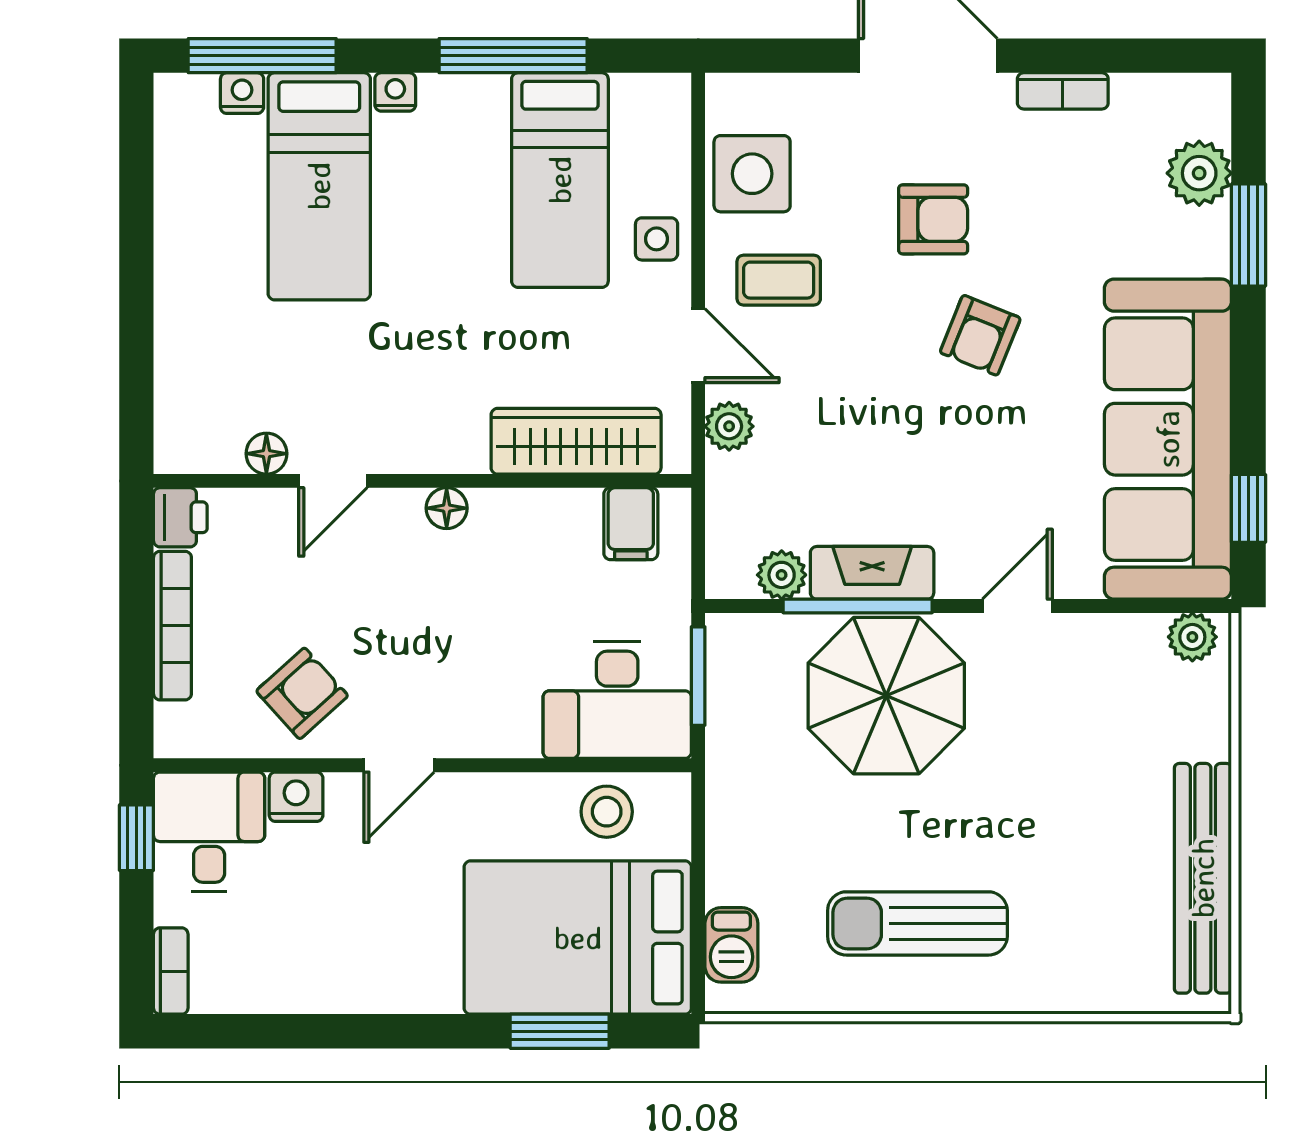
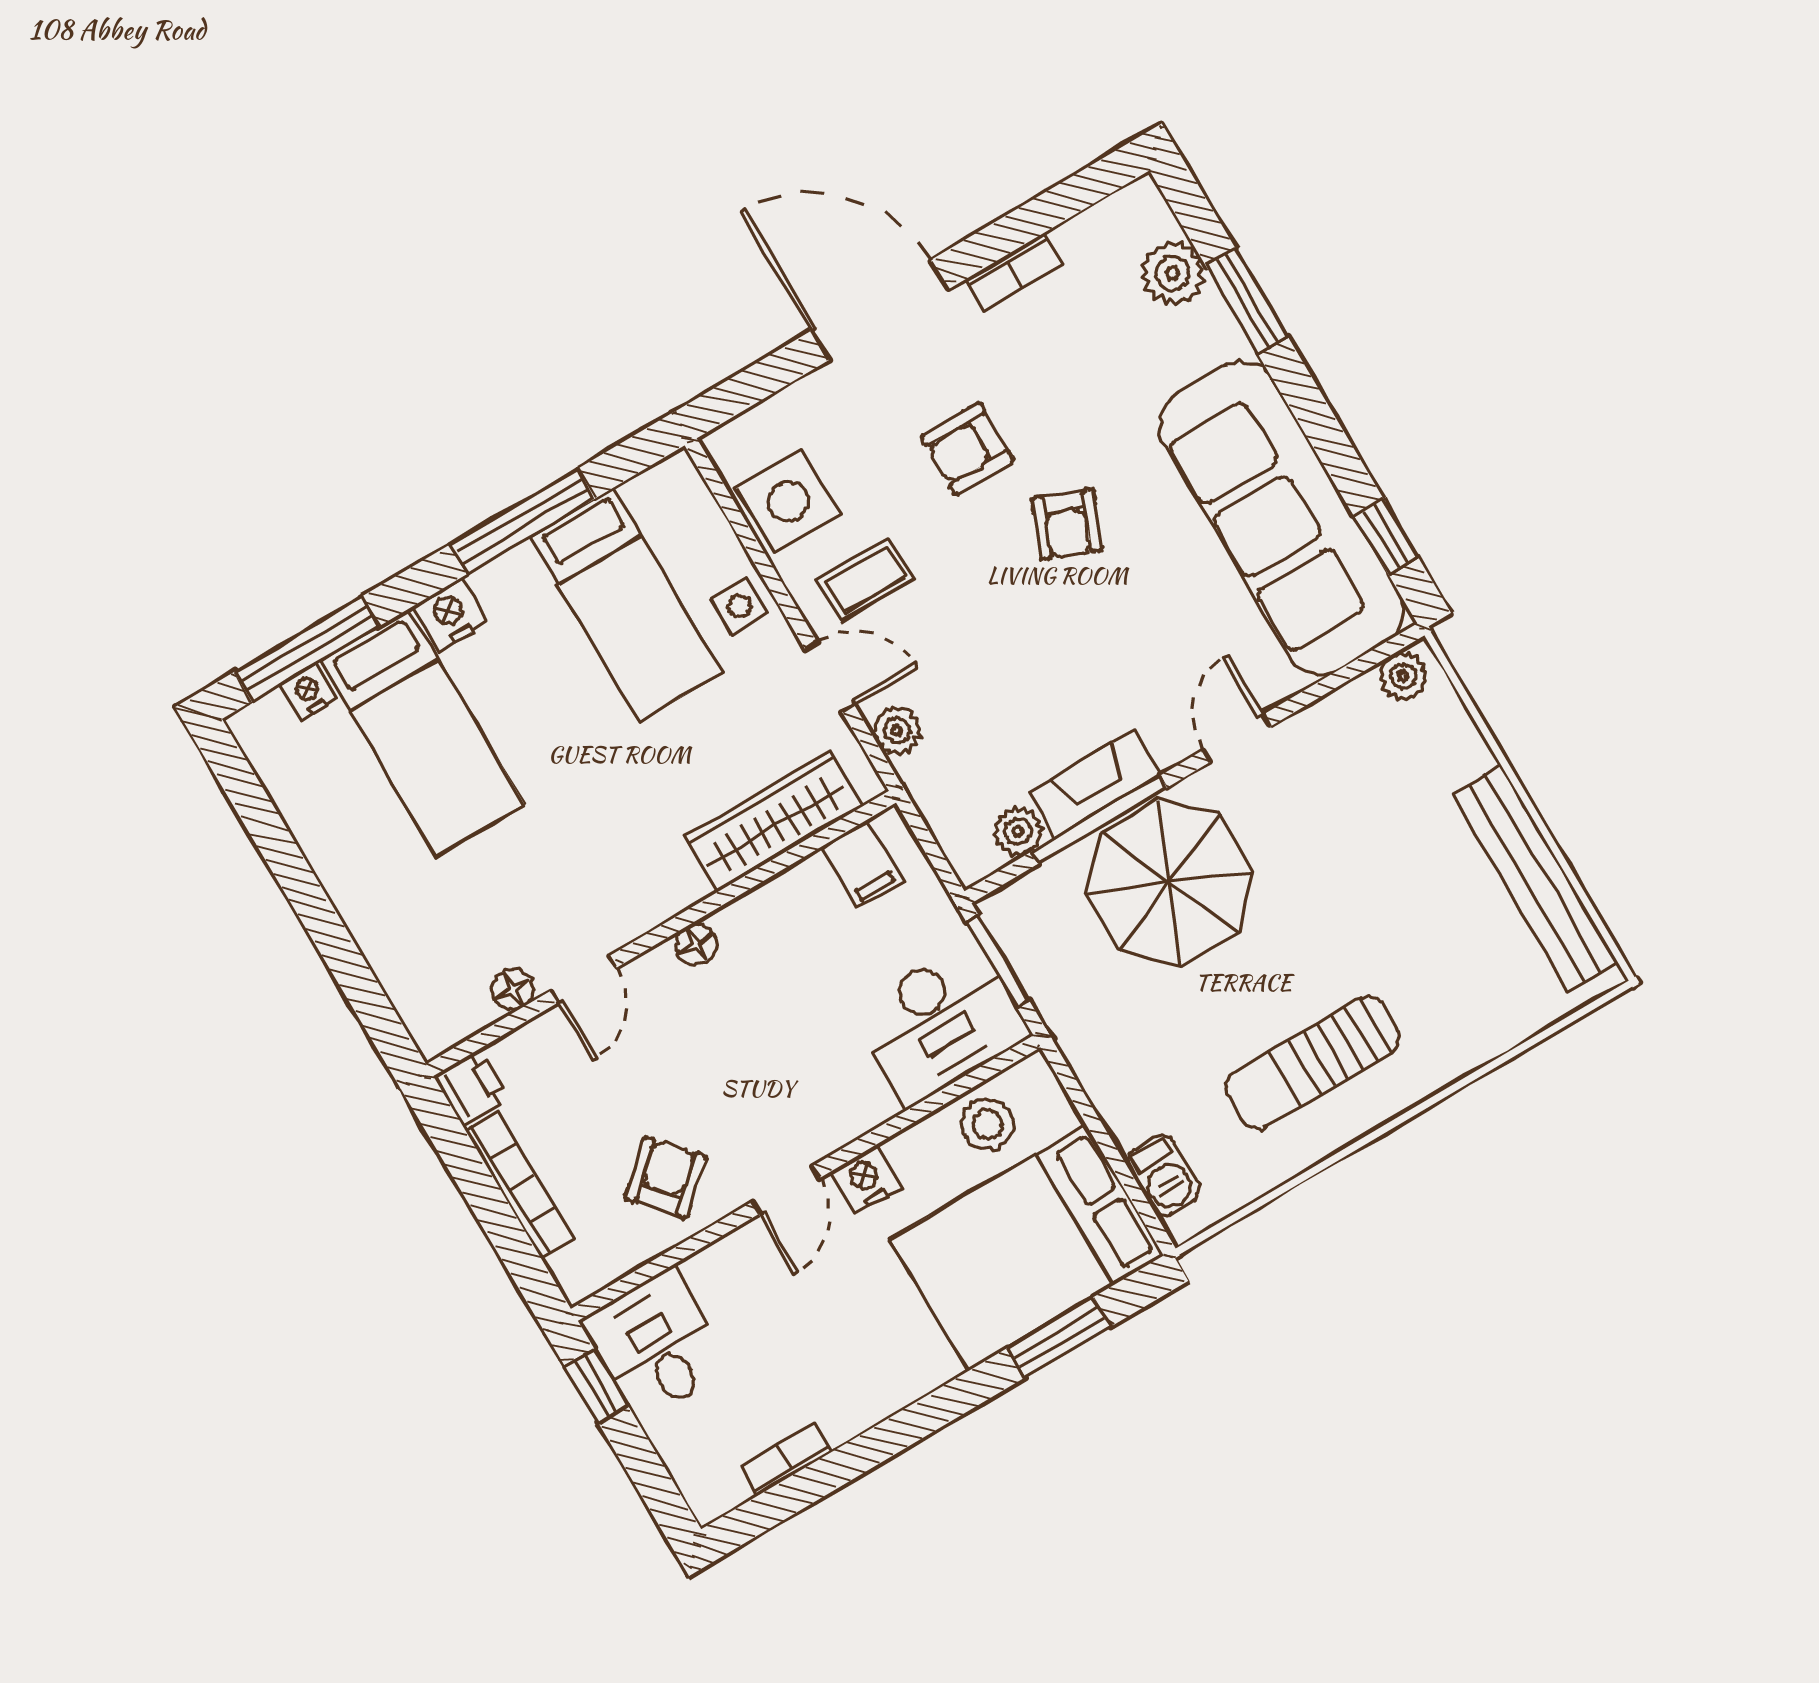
nightstand: (395, 92) -> (450, 614), width x1.39, depth x1.35
armchair: (933, 219) -> (967, 448), turned 180
nightstand: (296, 797) -> (866, 1179), moved
bookcase: (171, 971) -> (786, 1459), moved, turned -90

